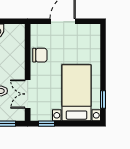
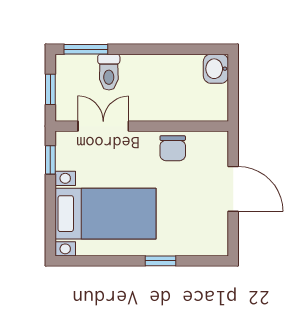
window: (103, 100) -> (160, 261), moved

